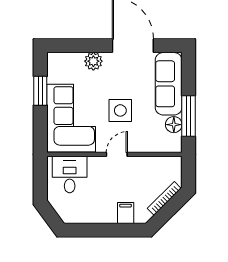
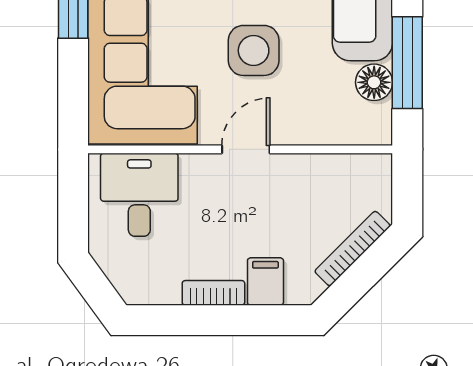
bookcase: (103, 218) -> (213, 293), added

